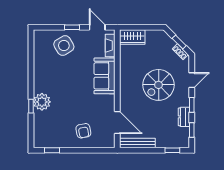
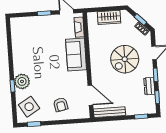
wardrobe: (132, 37) -> (109, 17), moved
side table: (64, 46) -> (29, 107), moved

